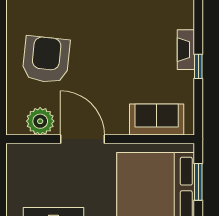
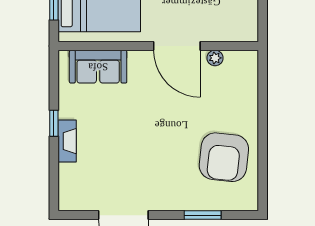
armchair: (46, 60) -> (224, 157), moved
plant: (40, 121) -> (215, 58), width x0.53, depth x0.53

